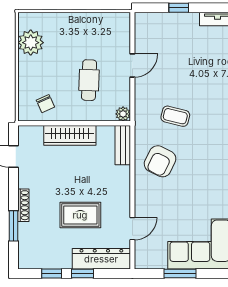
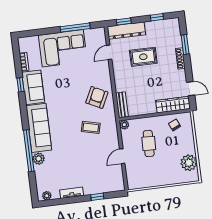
wardrobe: (70, 135) -> (173, 105), moved
window: (82, 273) -> (124, 21), moved
window: (180, 273) -> (75, 28), width x1.44

